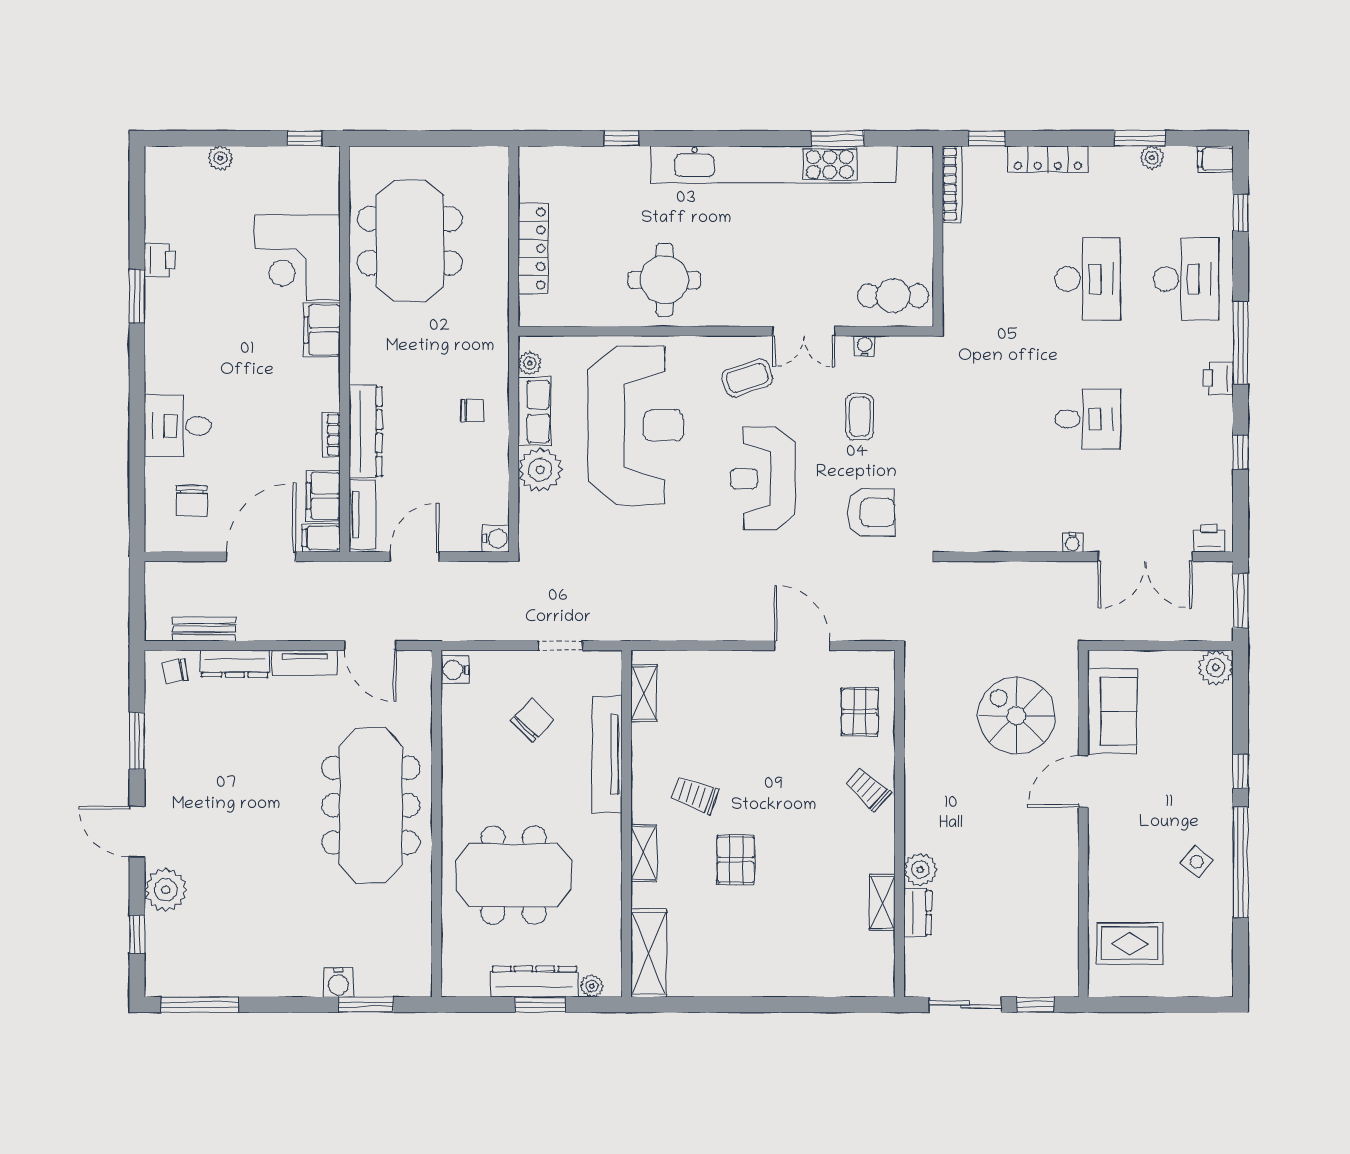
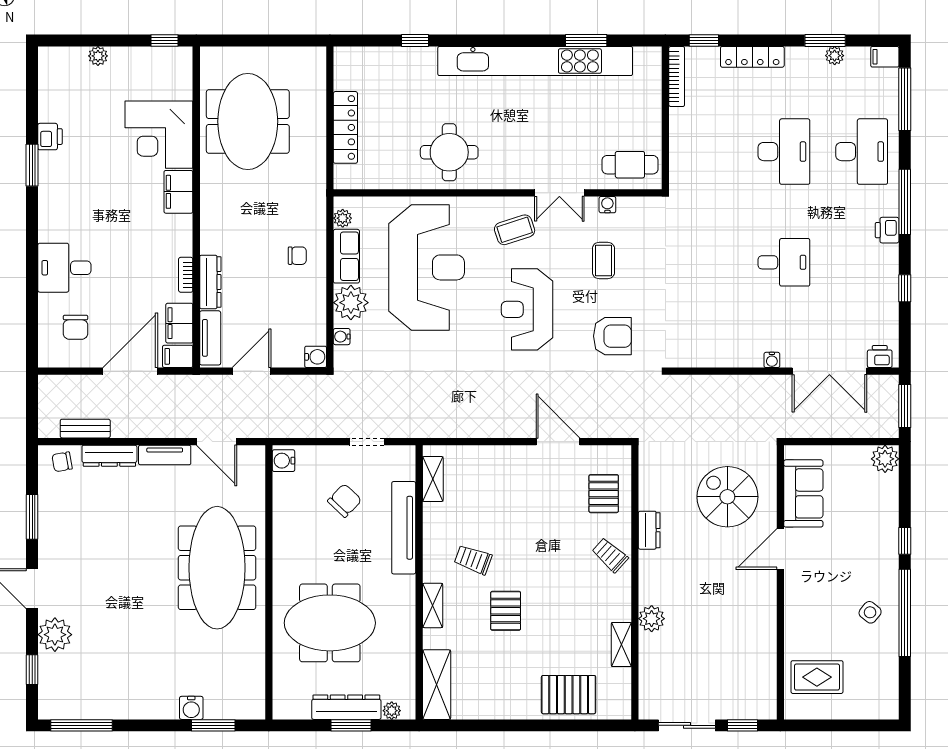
window: (1241, 213) -> (905, 99), width x2.17
dresser: (366, 431) -> (210, 282), width x0.73, depth x0.80
water cooler: (528, 513) -> (342, 337), added
dresser: (917, 913) -> (649, 530), moved
pallet: (815, 966) -> (569, 695), added

